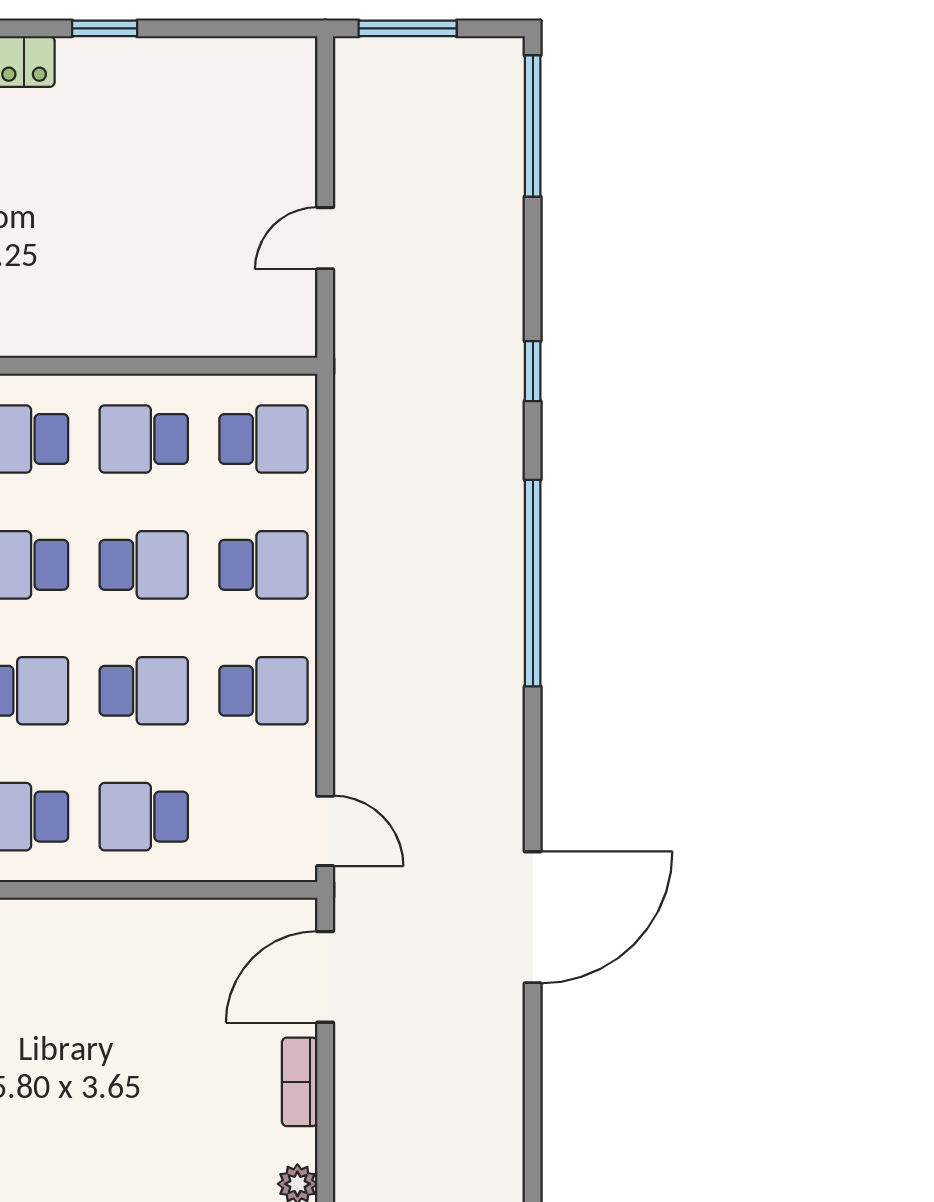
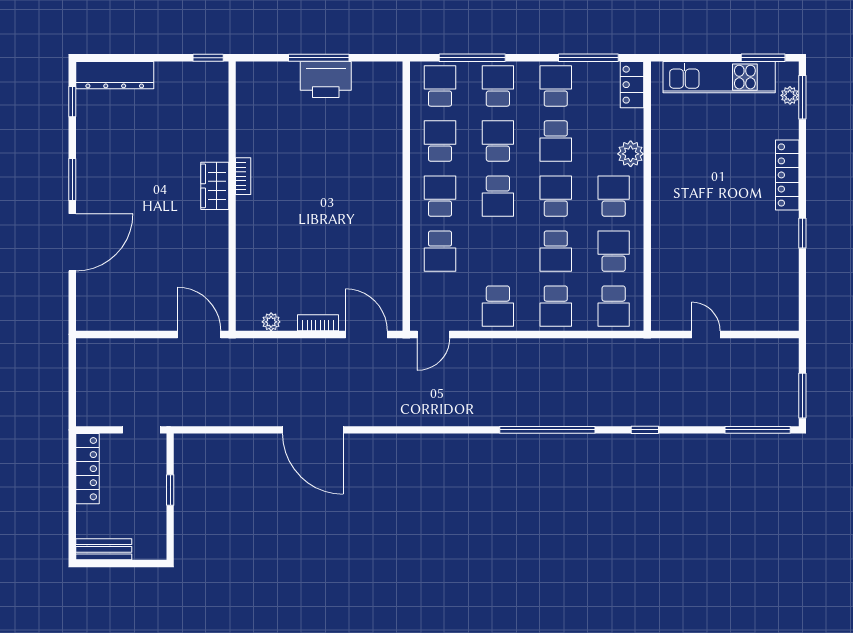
window: (408, 28) -> (802, 396), moved
school desk: (144, 691) -> (498, 251), removed
school desk: (144, 817) -> (440, 251), turned 180
door: (533, 917) -> (313, 430), moved

